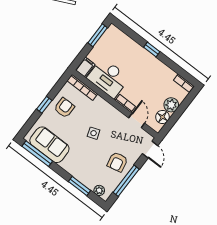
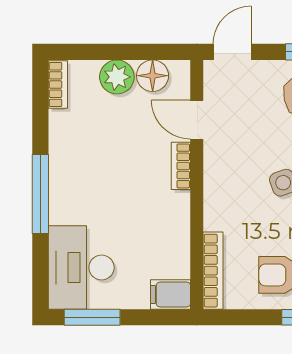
window: (152, 49) -> (40, 194), width x2.17
desk: (108, 78) -> (81, 268), moved, turned 180
door: (137, 121) -> (197, 120), hinge flipped

